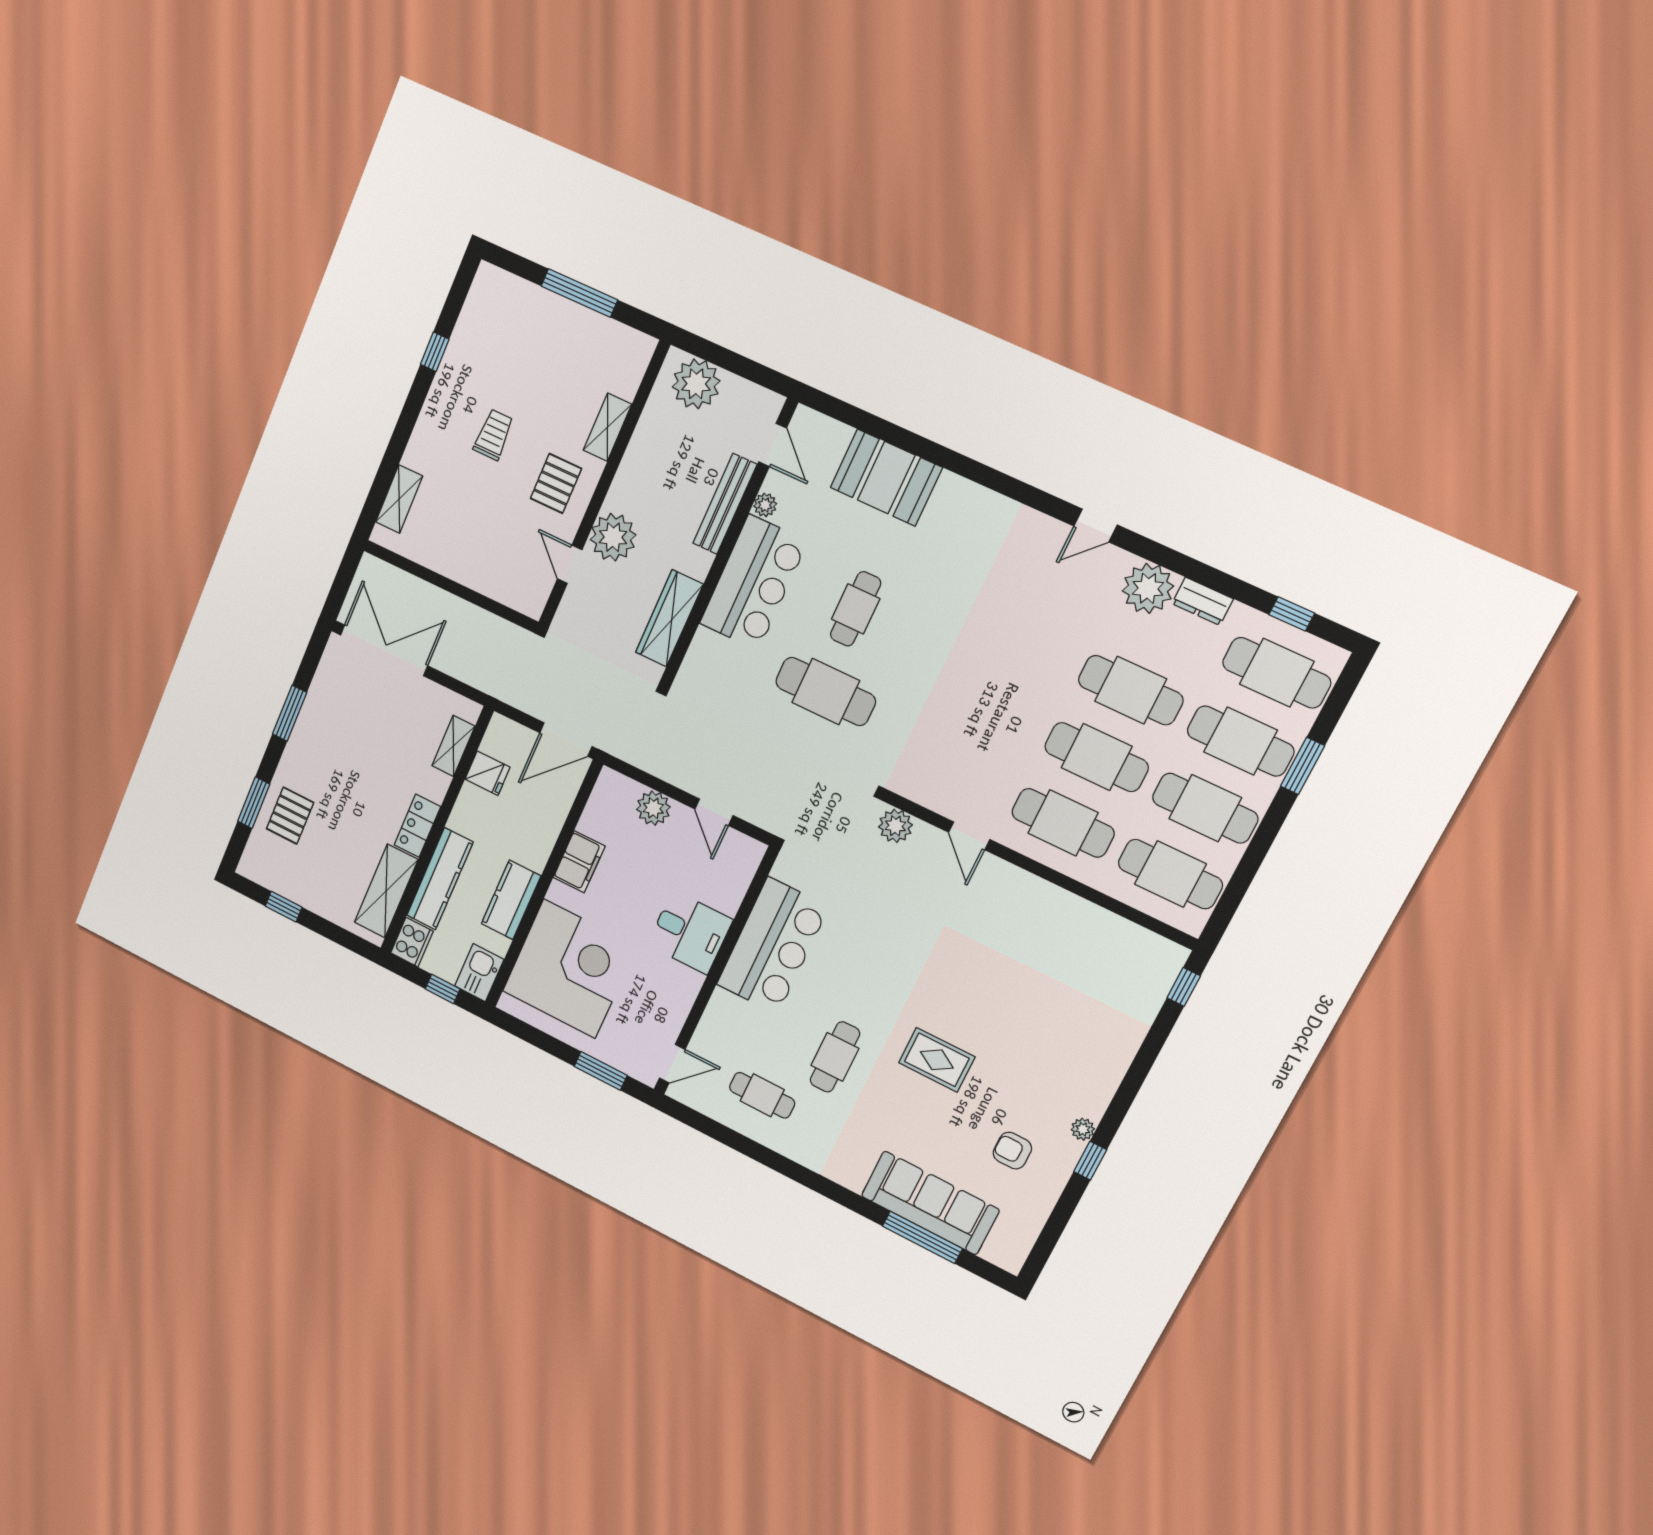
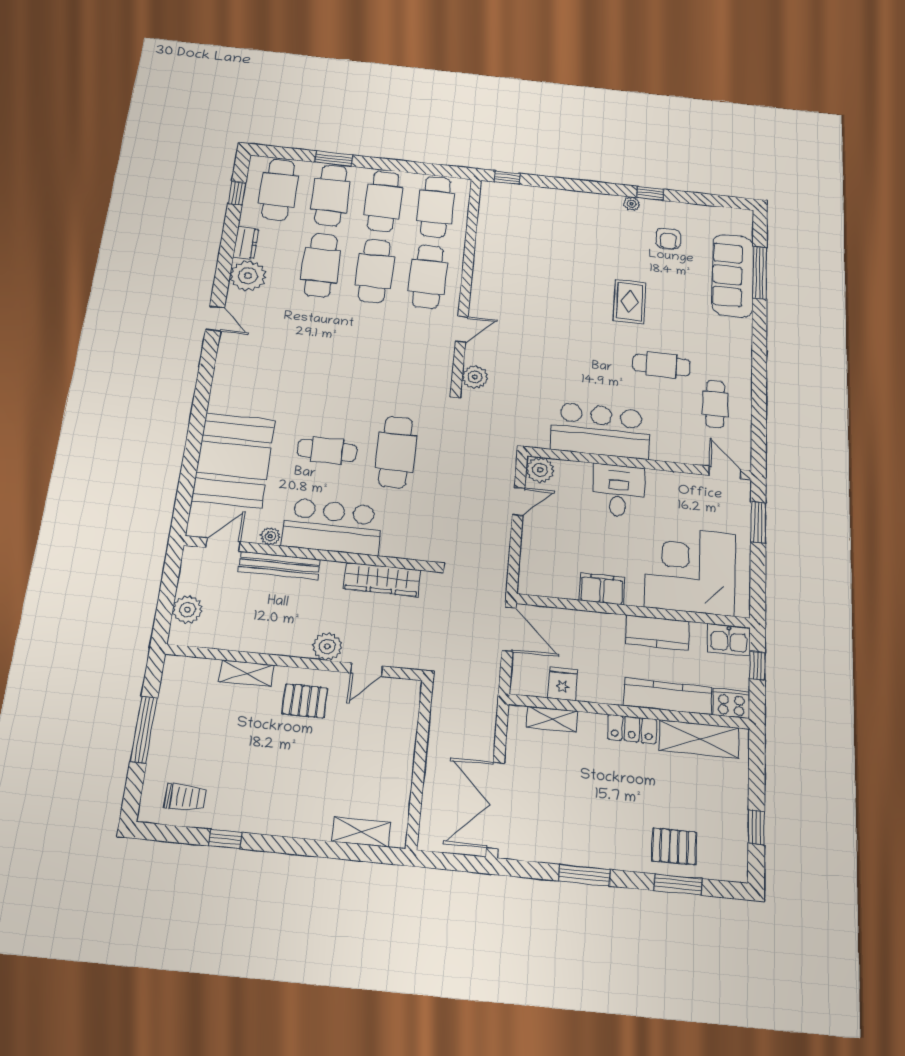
plant: (696, 384) -> (188, 610), width x0.73, depth x0.73
trolley: (494, 435) -> (185, 797), moved, turned 180
booth: (886, 478) -> (233, 460), width x1.36, depth x1.42
plant: (613, 537) -> (327, 646), width x0.73, depth x0.73
plant: (653, 808) -> (540, 470), moved

